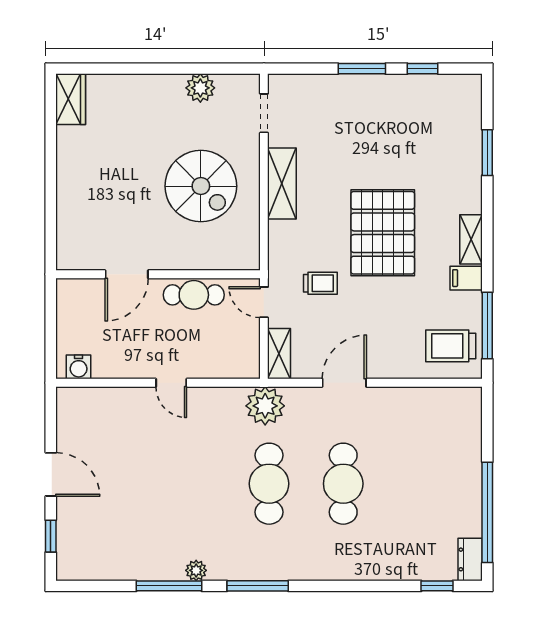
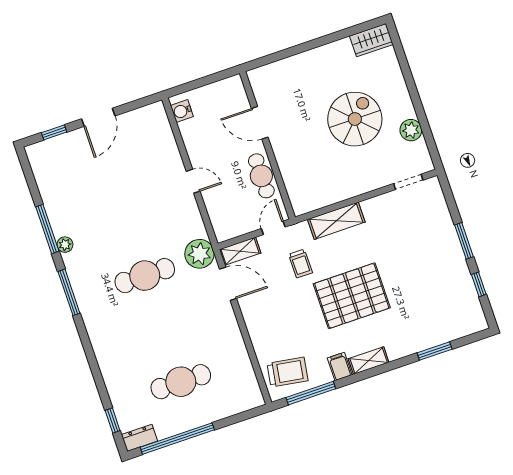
shelving: (282, 184) -> (336, 221), moved
spiral stairs: (201, 186) -> (355, 119), moved, turned 180
trolley: (451, 346) -> (287, 372), turned 99
door: (171, 383) -> (193, 181), swing flipped
door: (344, 383) -> (228, 284), moved
cafe table: (343, 484) -> (181, 382), moved

